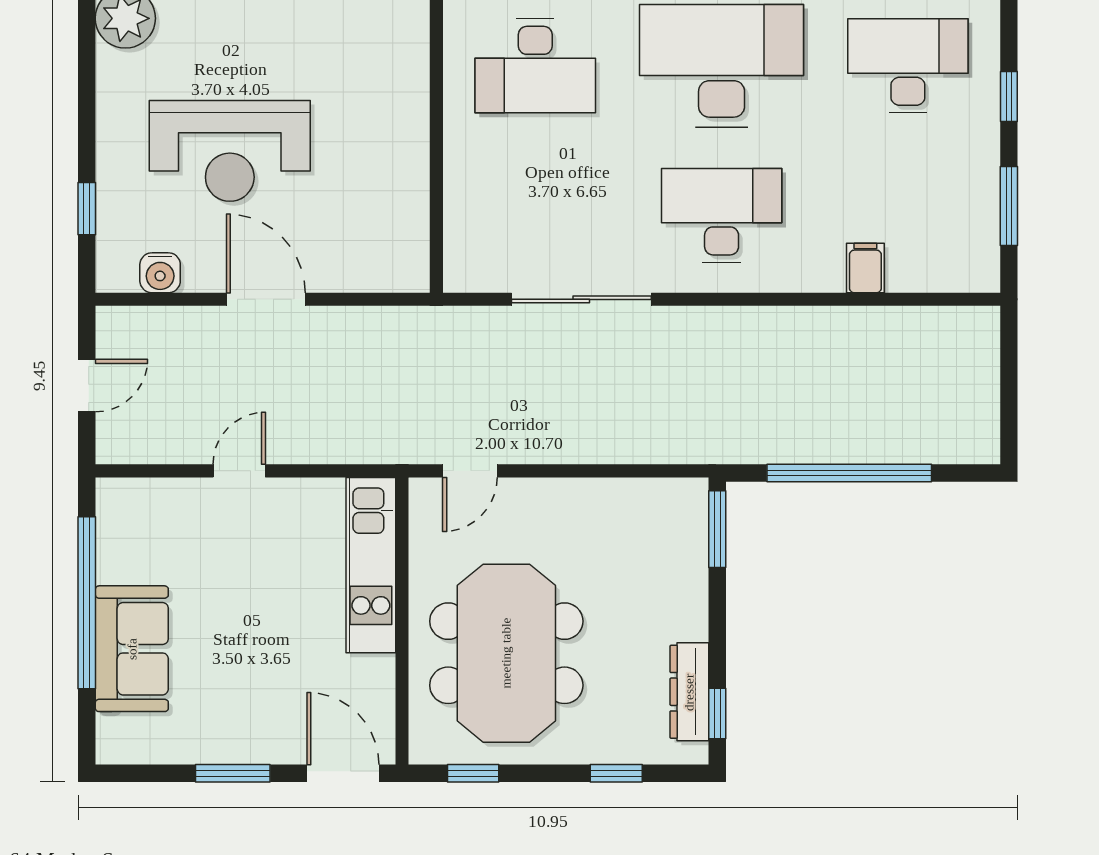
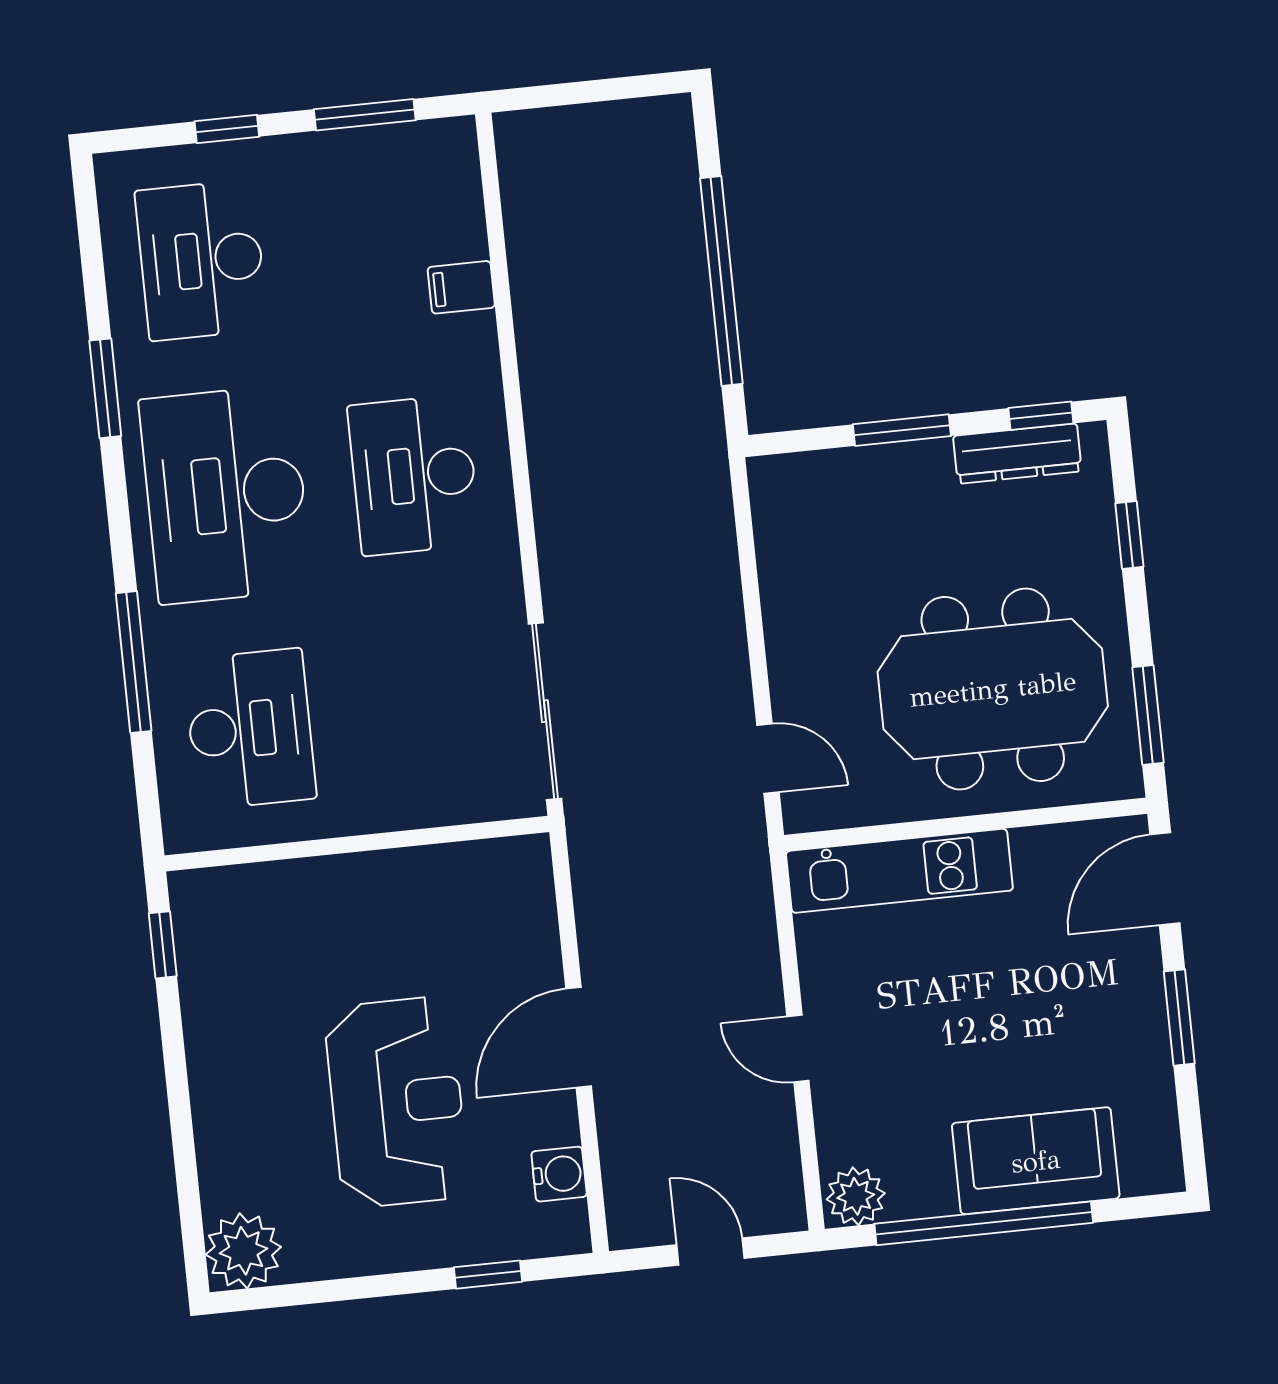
sliding door: (581, 299) -> (545, 711), moved
plant: (118, 504) -> (856, 1196), added
window: (717, 529) -> (902, 430), moved
window: (473, 773) -> (1148, 715), width x1.50

